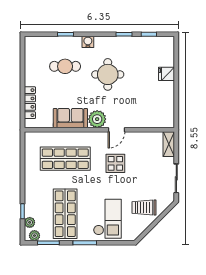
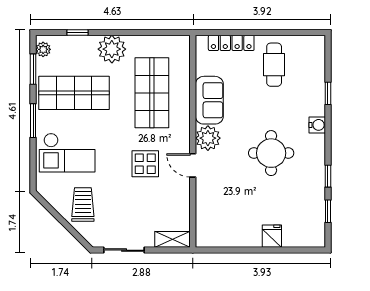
cafe table: (65, 66) -> (274, 65), moved
plant: (30, 222) -> (112, 49), moved, width x1.88, depth x1.88

